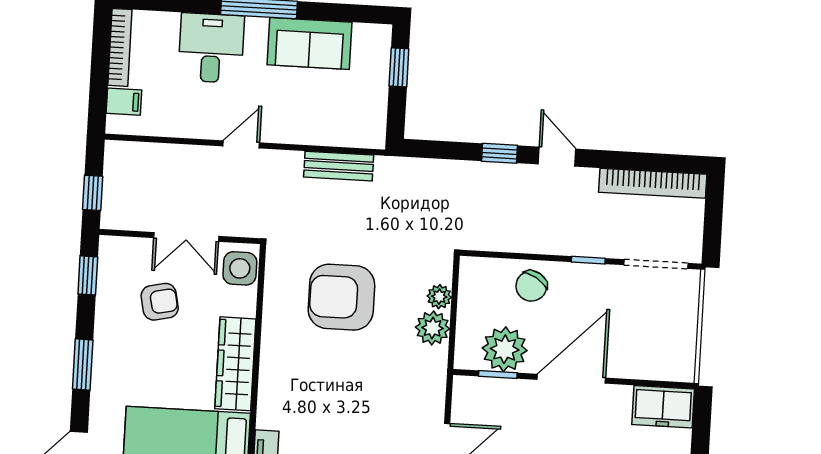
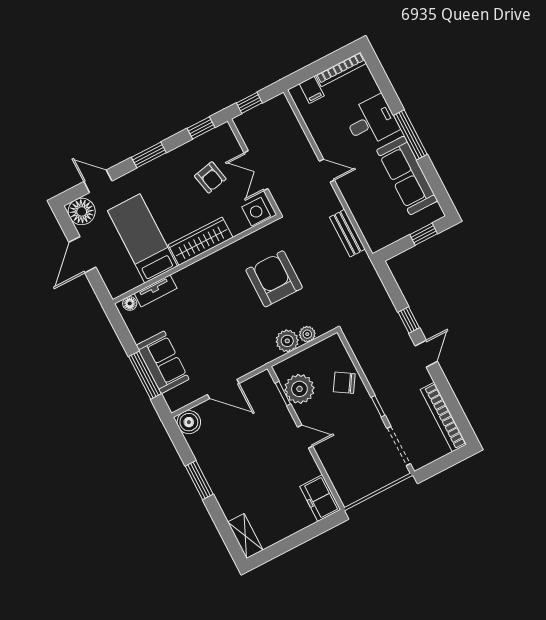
sofa: (310, 44) -> (407, 175), width x1.36
door: (571, 379) -> (305, 437), width x0.53

